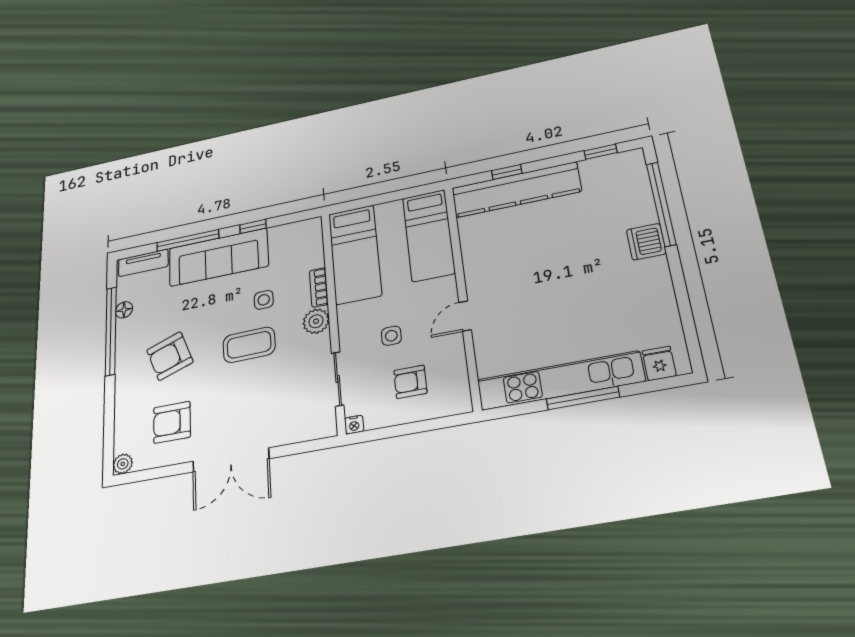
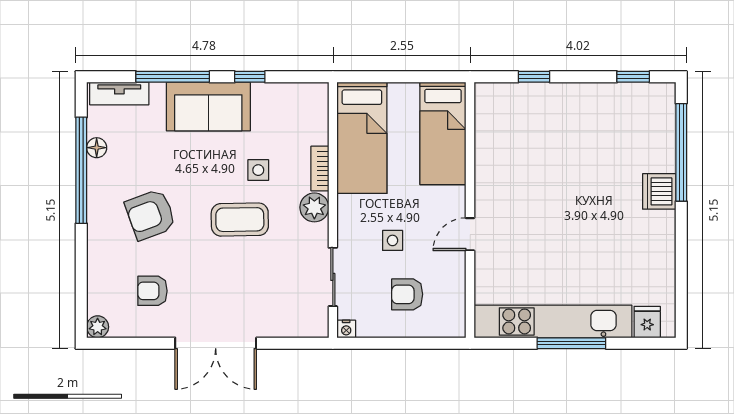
kitchen counter: (516, 190) -> (541, 101), removed
sofa: (218, 257) -> (208, 106), width x0.73
armchair: (172, 422) -> (152, 291), width x0.72, depth x0.72

